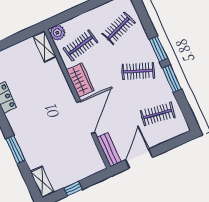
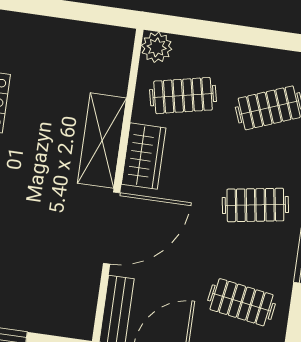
shelving: (44, 46) -> (102, 141), moved, width x1.50, depth x1.33
clothes rail: (138, 71) -> (255, 205), turned -30

